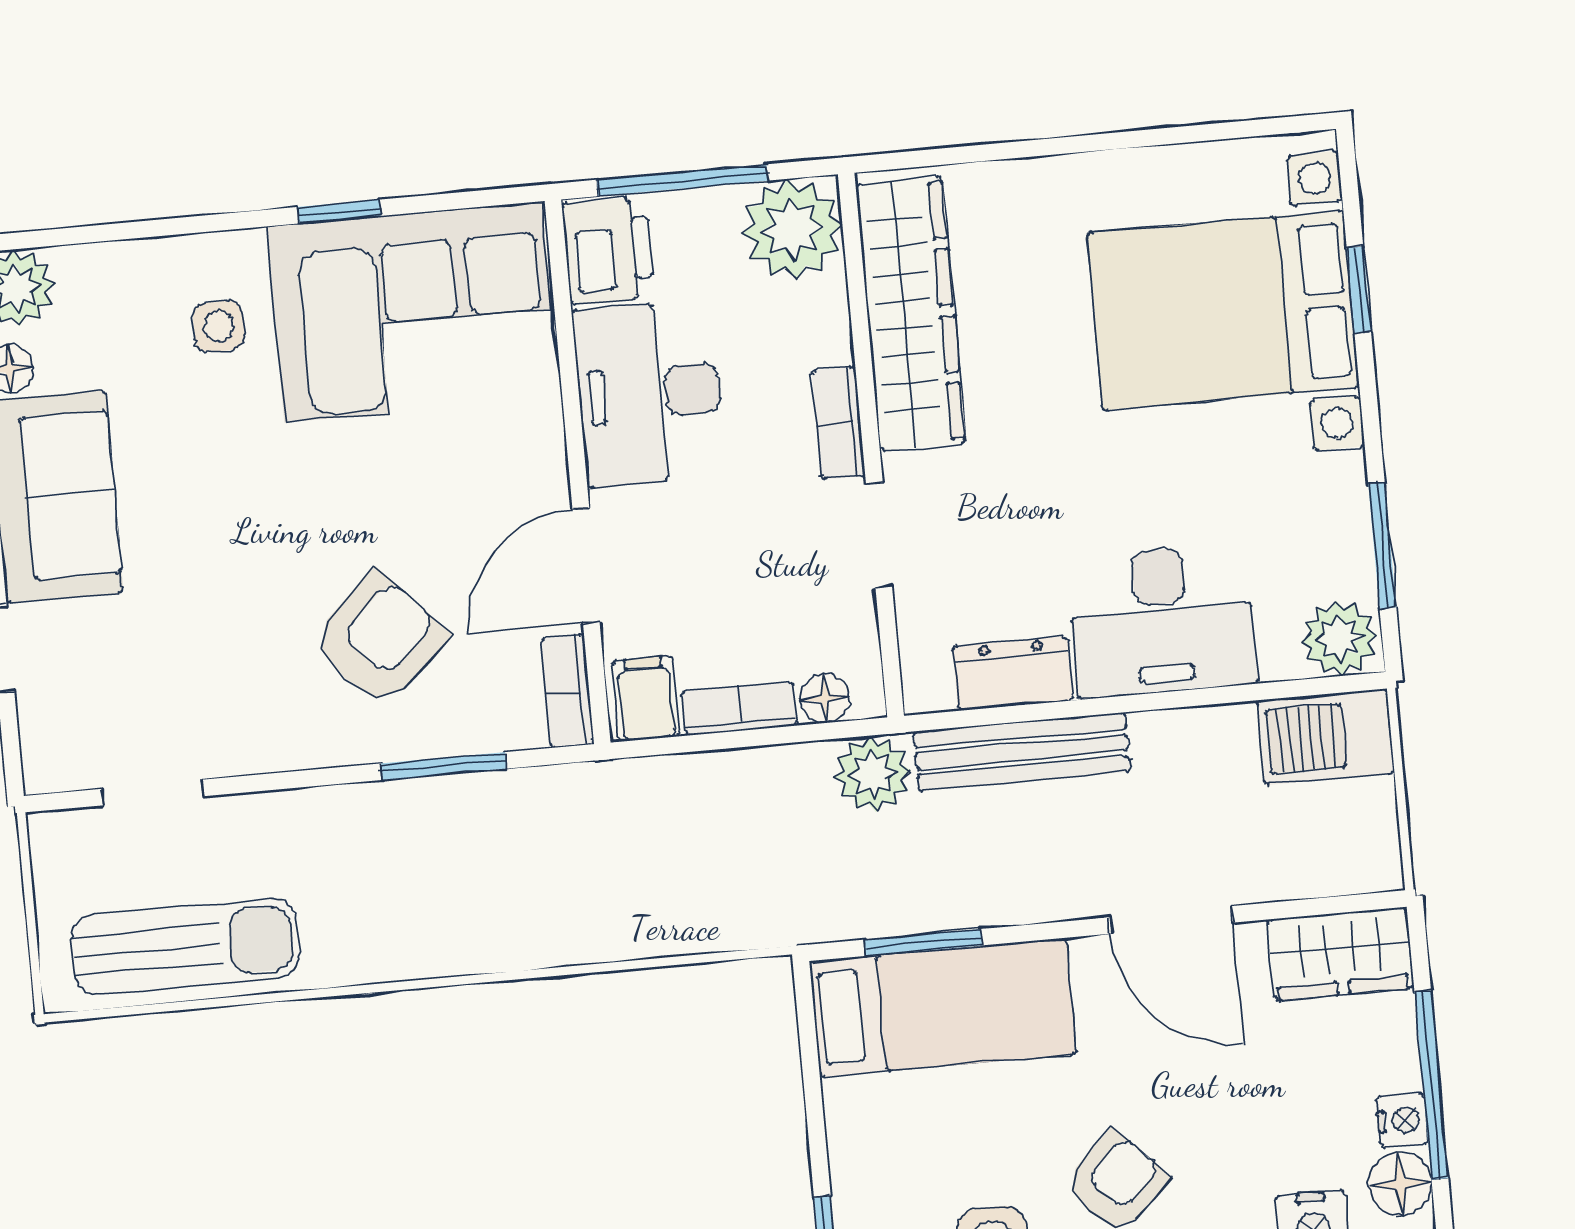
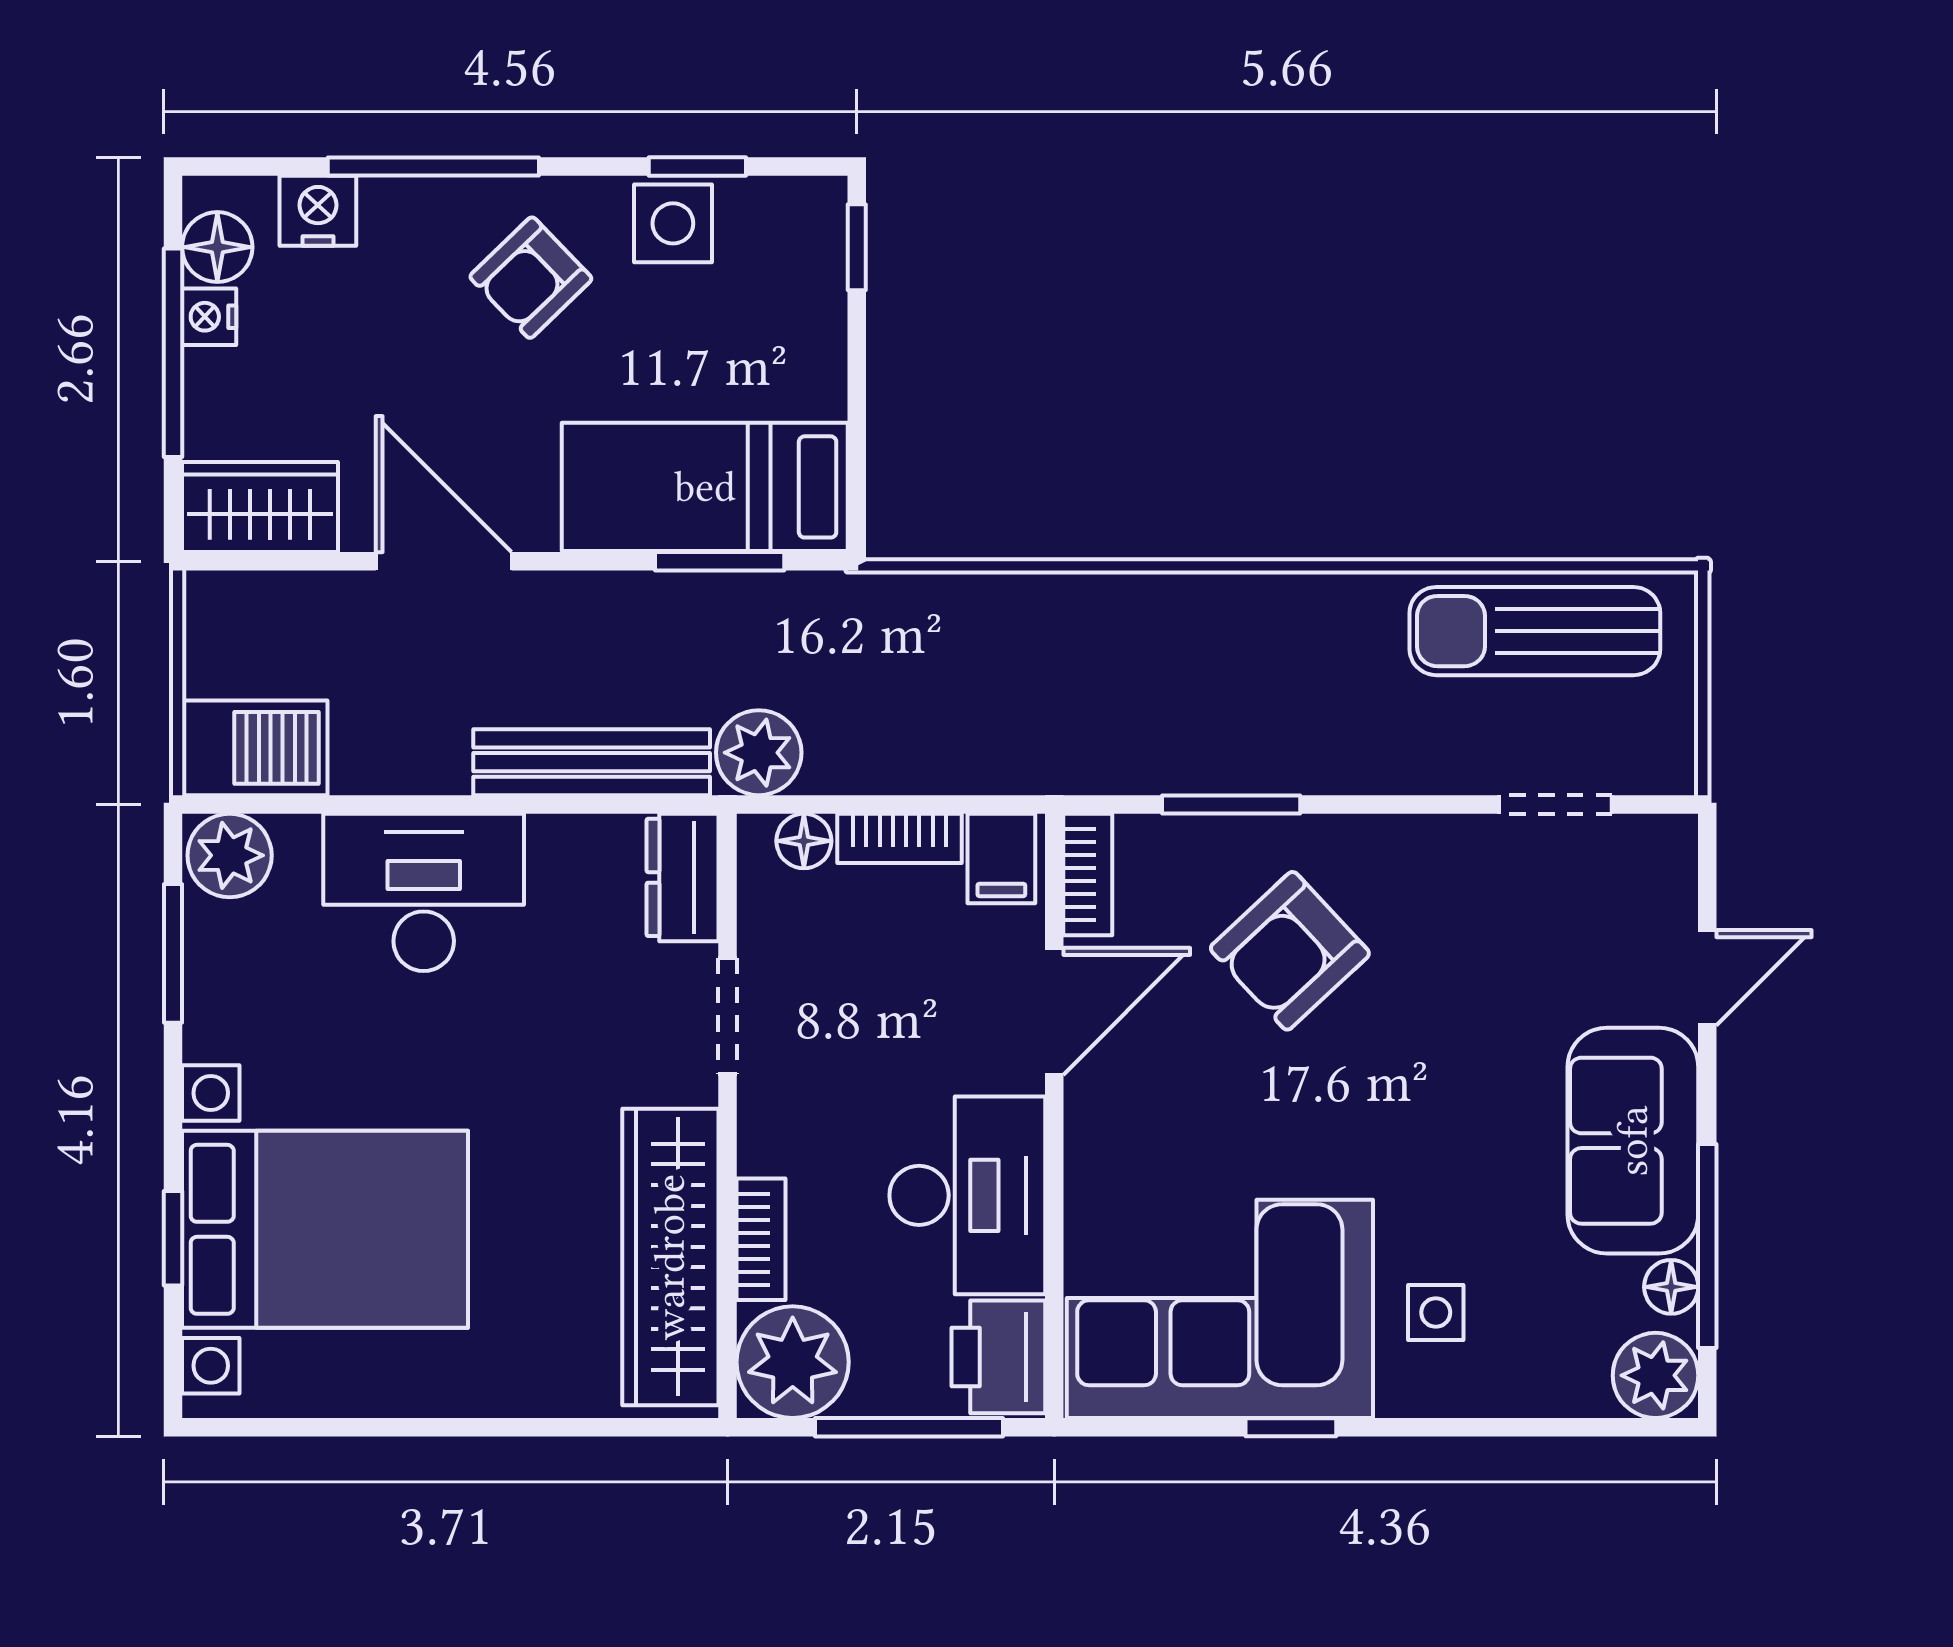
bookcase: (839, 423) -> (761, 1239), moved
dresser: (1013, 673) -> (682, 877), moved, turned 90

